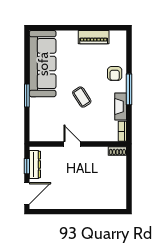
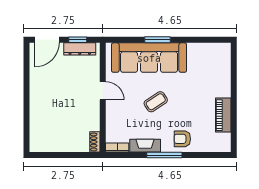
sofa: (43, 64) -> (149, 58), moved
door: (72, 144) -> (103, 91), hinge flipped
door: (27, 193) -> (47, 40), hinge flipped

